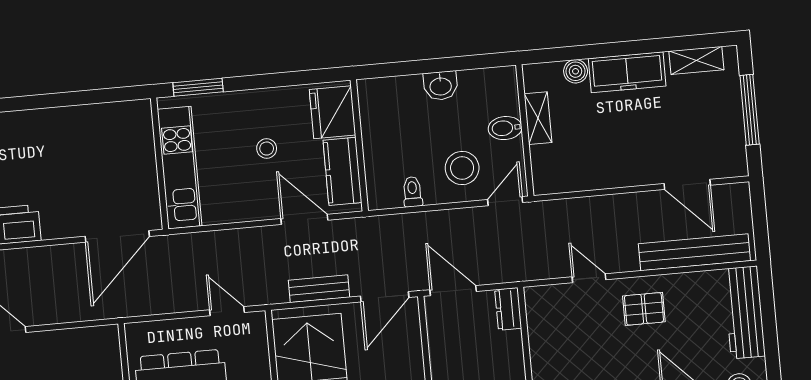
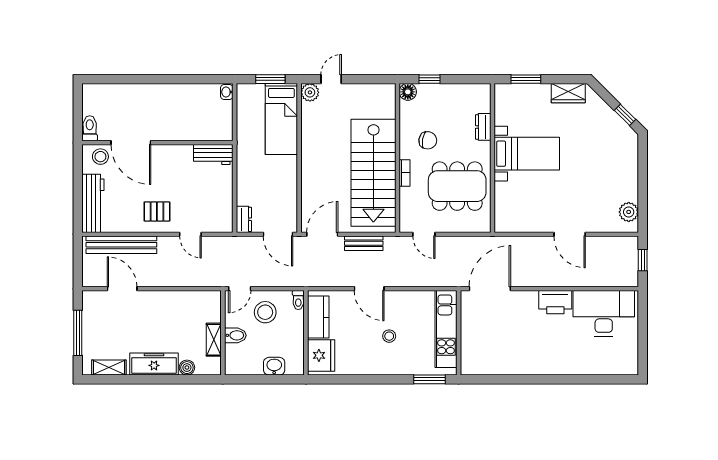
fridge: (333, 112) -> (321, 355), moved
wall: (359, 145) -> (306, 333), moved
kitchen counter: (342, 171) -> (318, 317), moved

